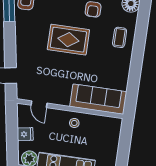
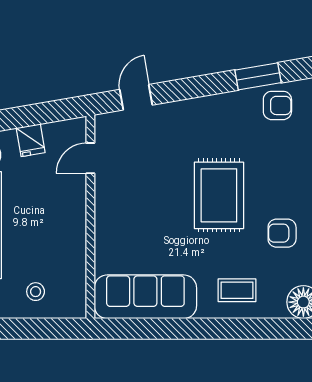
sofa: (98, 99) -> (145, 297), moved, turned -90
stool: (74, 123) -> (36, 292), moved

